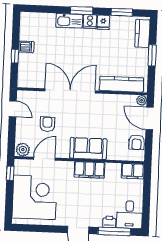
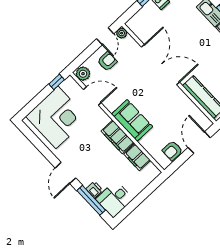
plant: (142, 100) -> (122, 33), moved
armchair: (47, 124) -> (107, 61), moved
filing cabinet: (133, 171) -> (137, 157), moved

